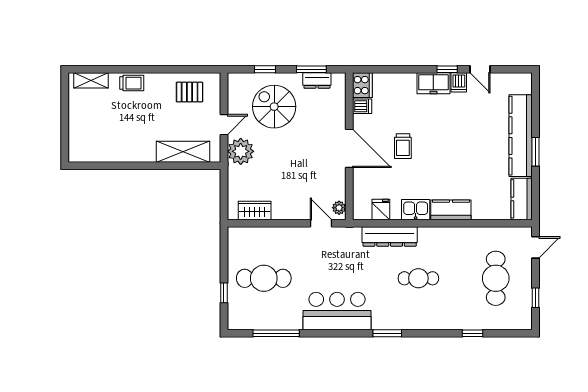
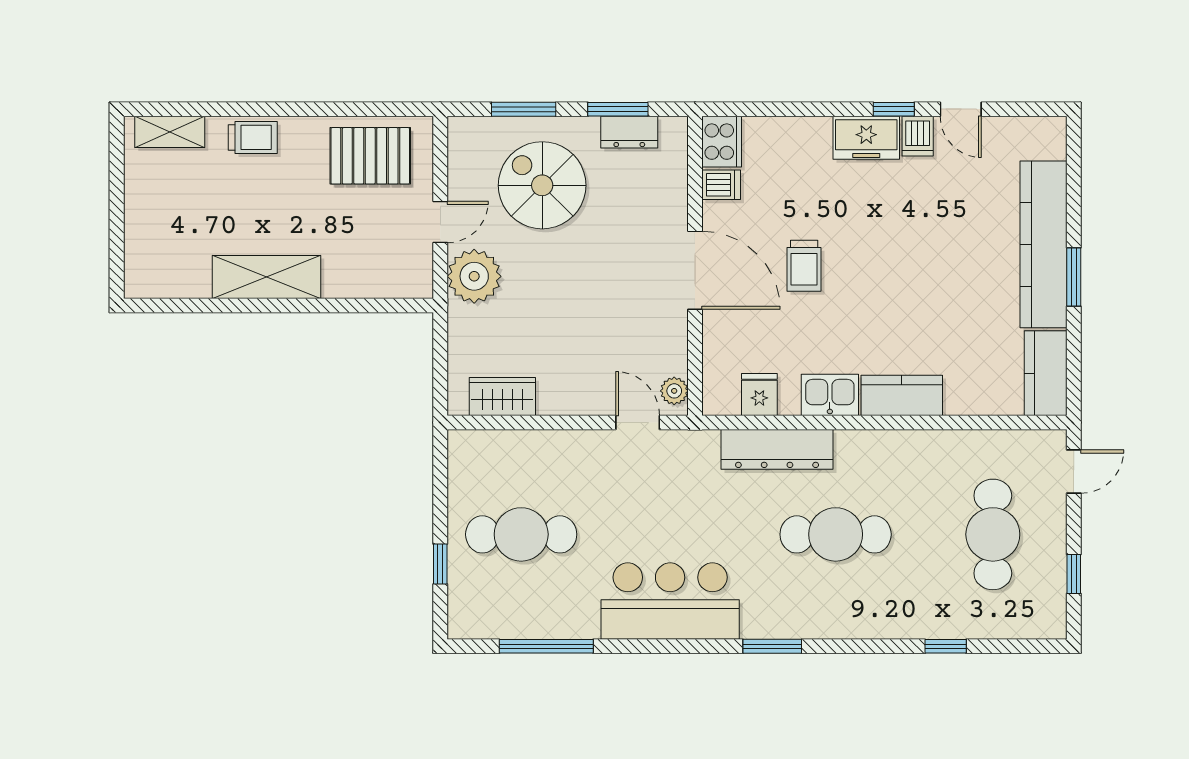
window: (265, 69) -> (524, 109), width x1.50
pallet: (190, 92) -> (370, 156), width x1.50, depth x1.42
shelving: (183, 152) -> (266, 277), moved
cafe table: (418, 278) -> (836, 534), width x1.37, depth x1.35

